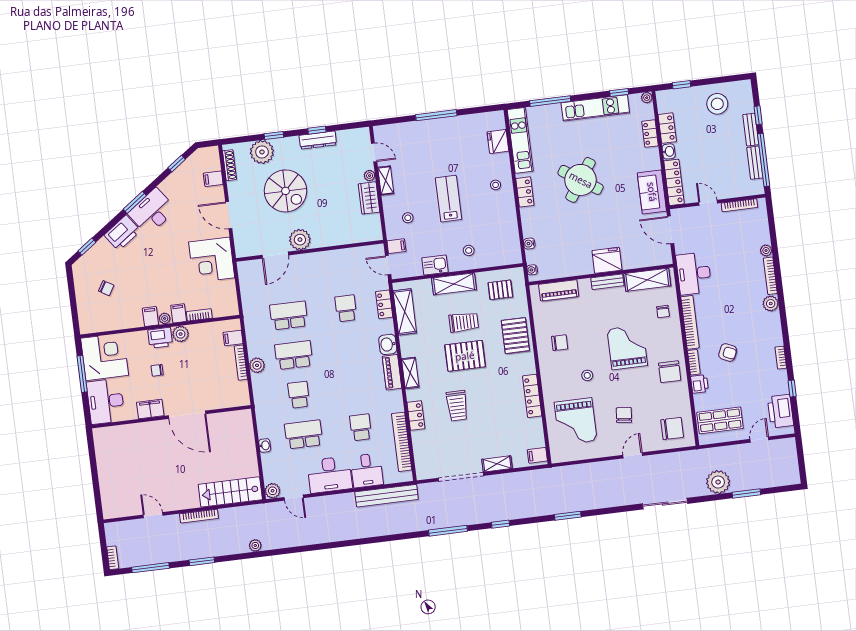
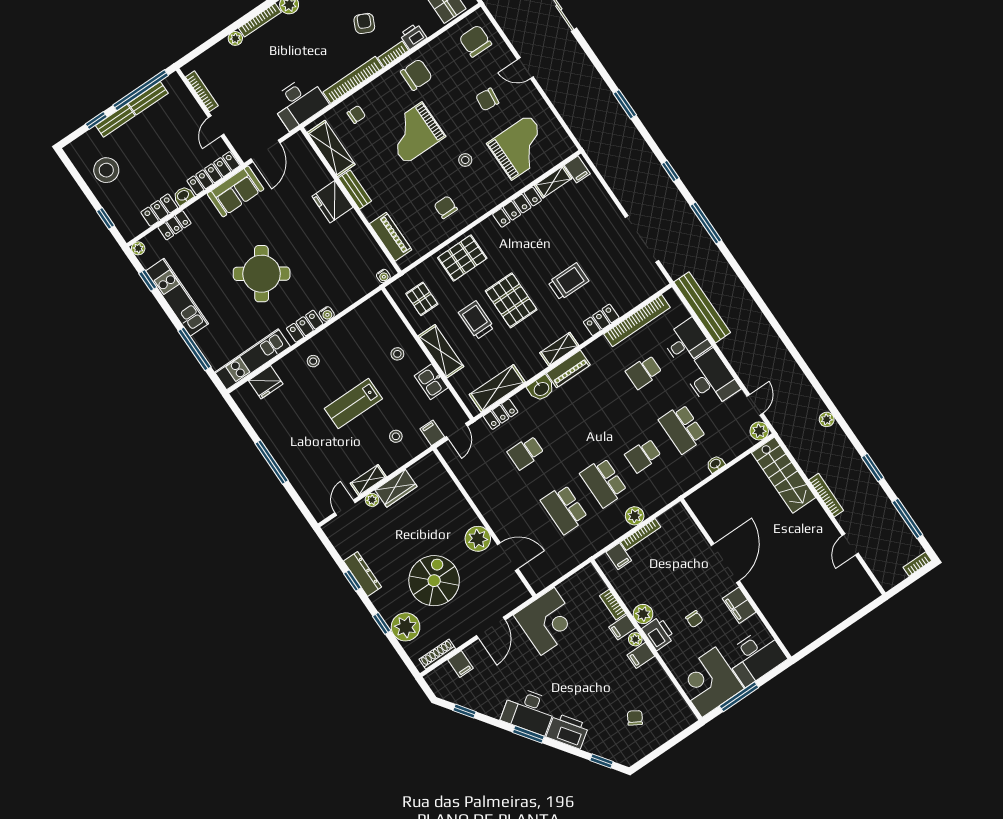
water cooler: (529, 244) -> (327, 314), moved
shelving: (497, 464) -> (553, 182), moved, turned 90

